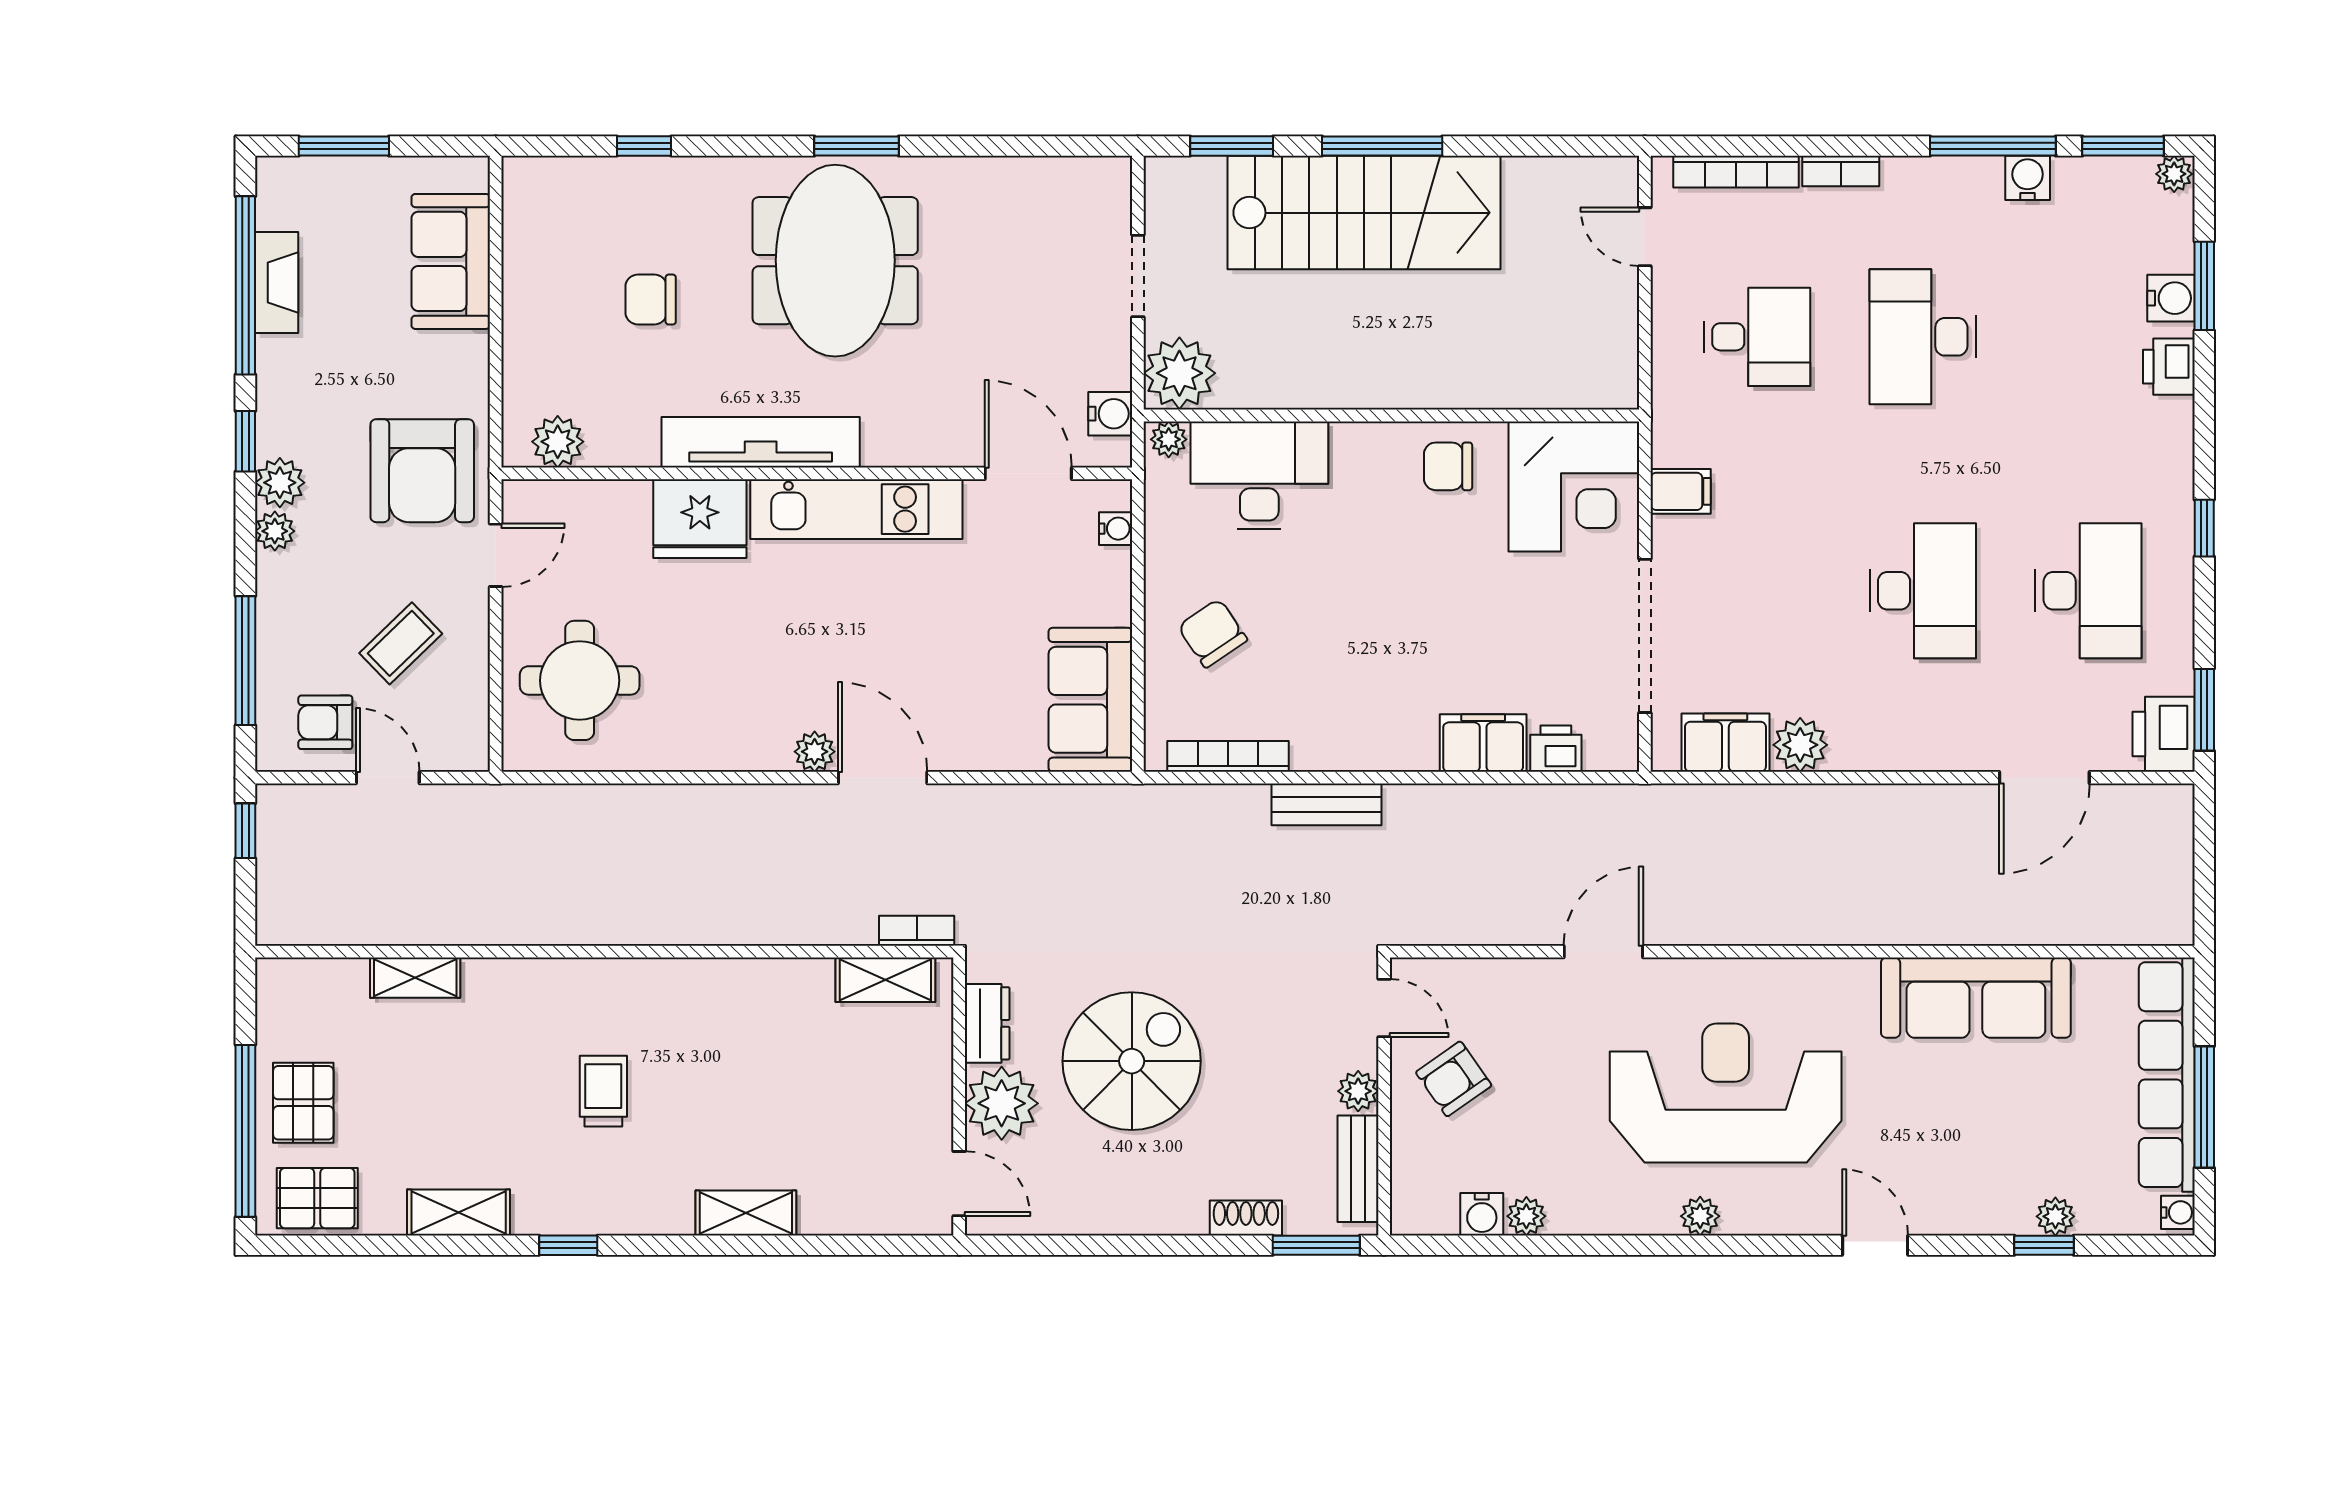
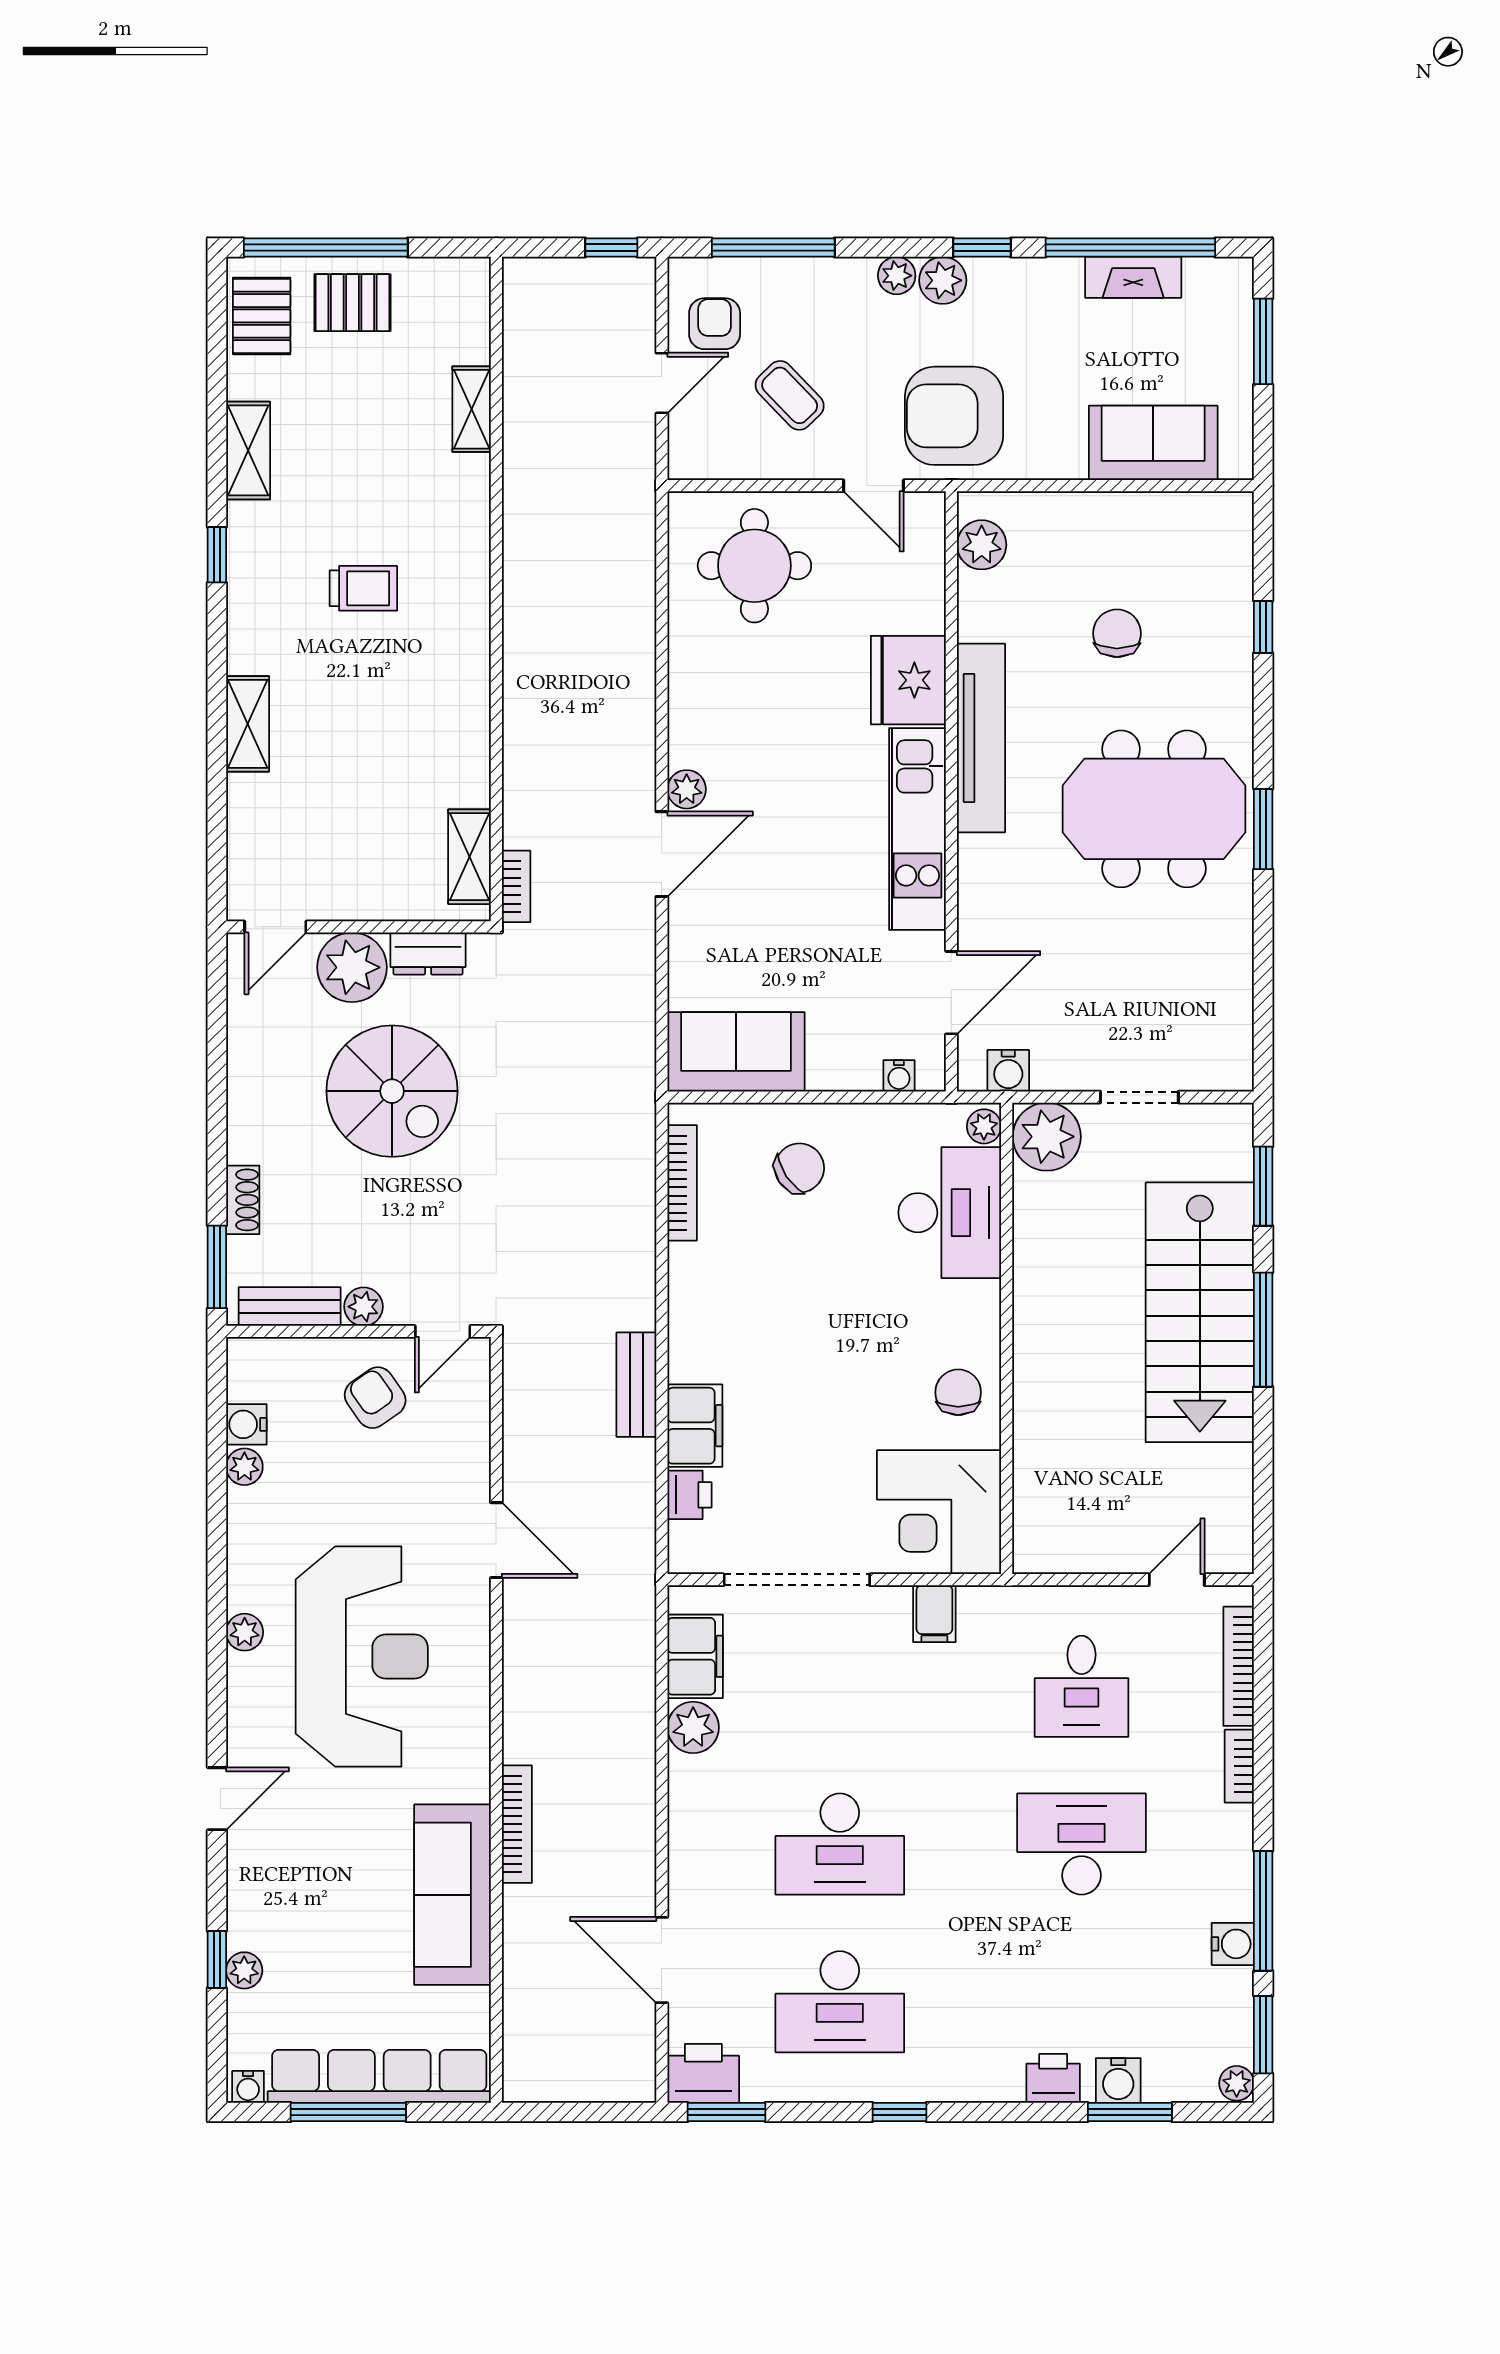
bench: (1327, 804) -> (636, 1385), moved
bookcase: (1902, 930) -> (517, 1824), added

